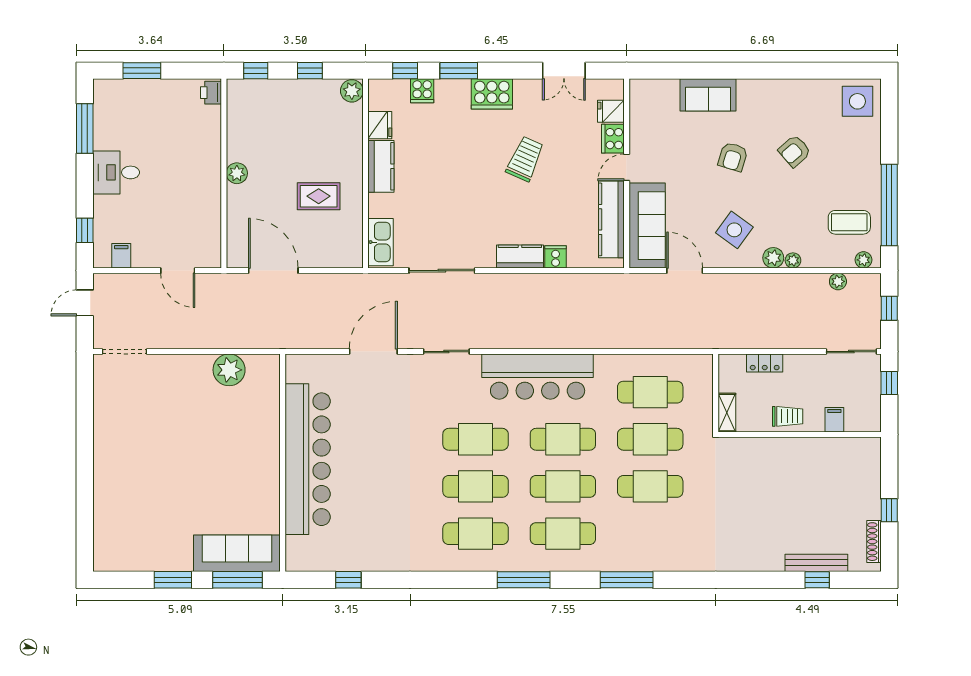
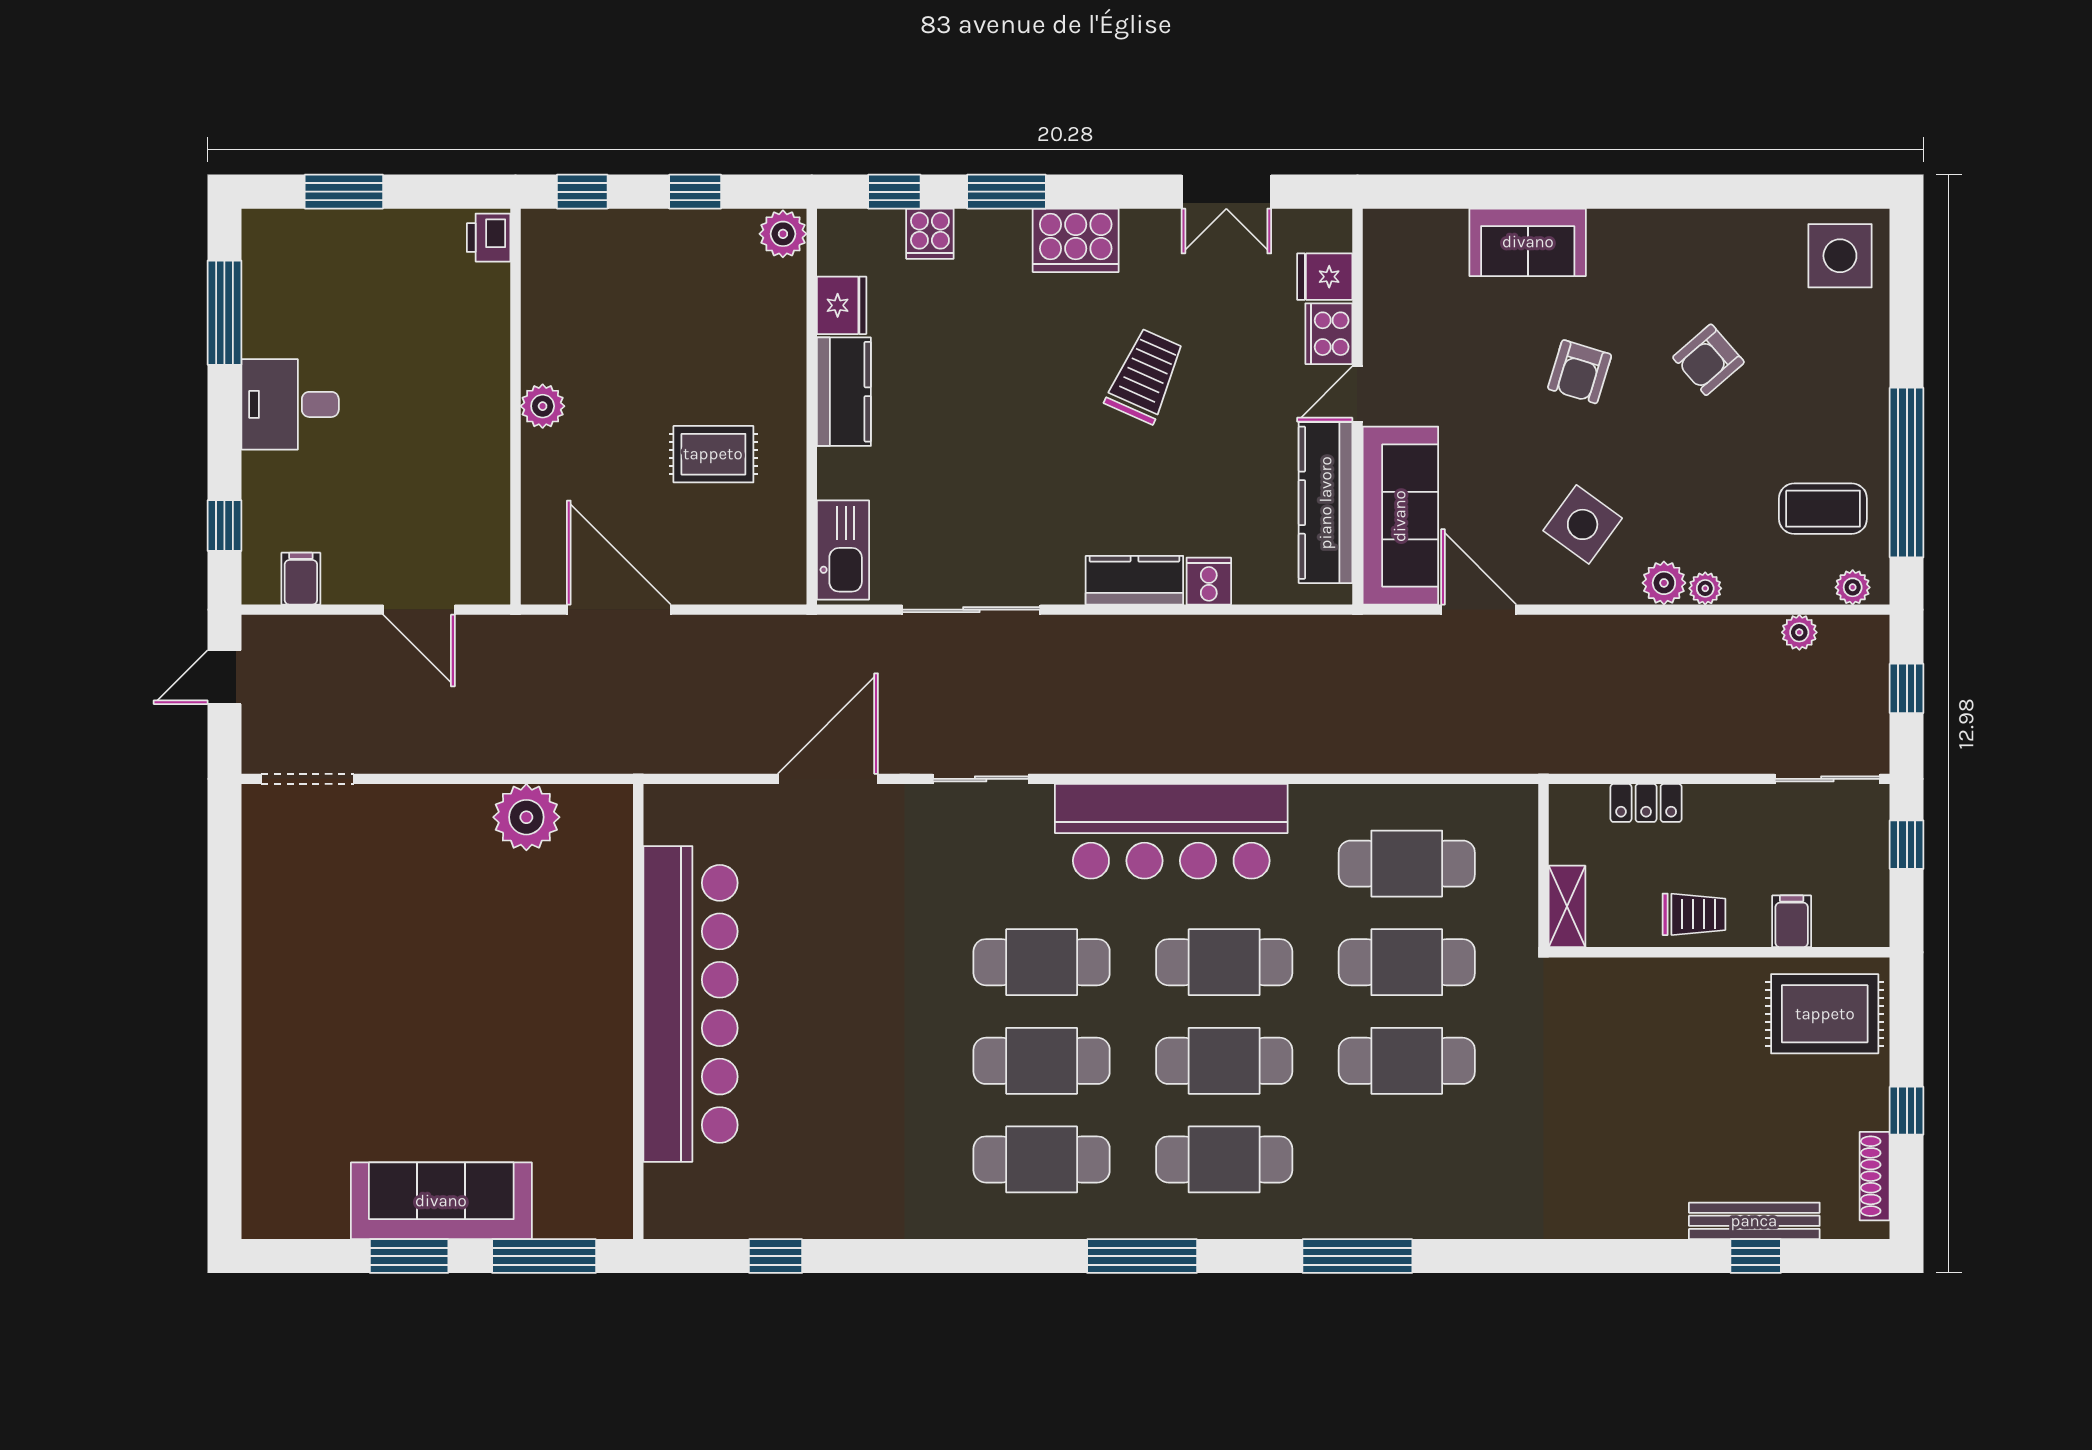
rug: (850, 464) -> (1825, 1014), added
sofa: (237, 553) -> (441, 1201), moved

